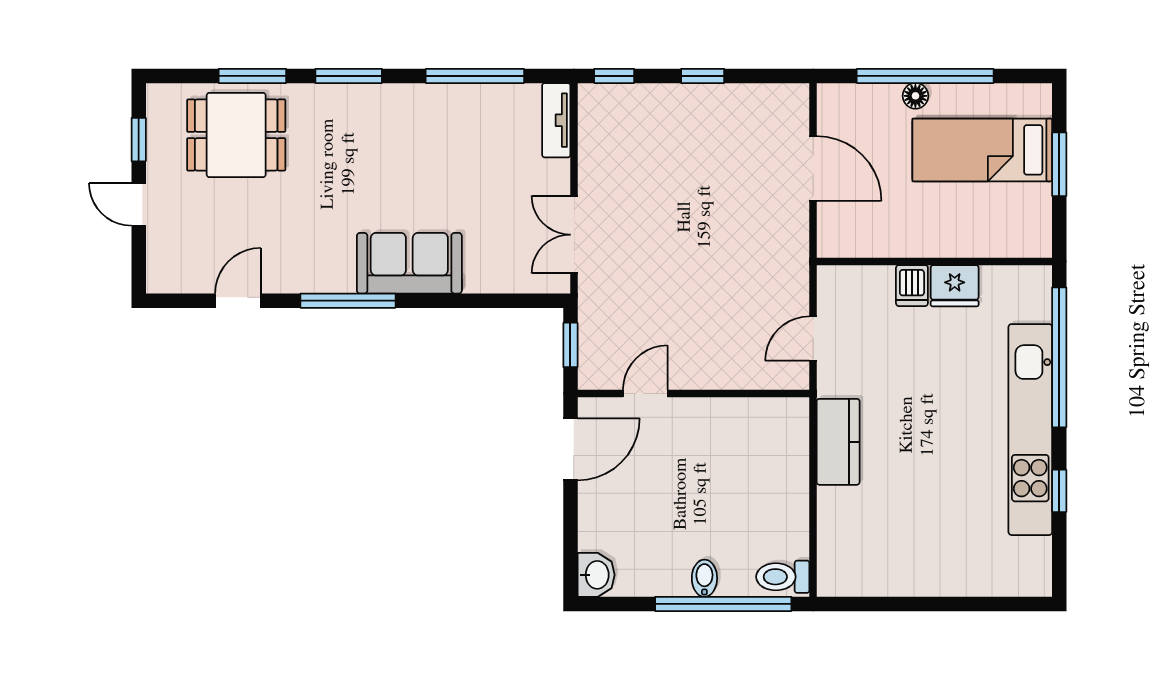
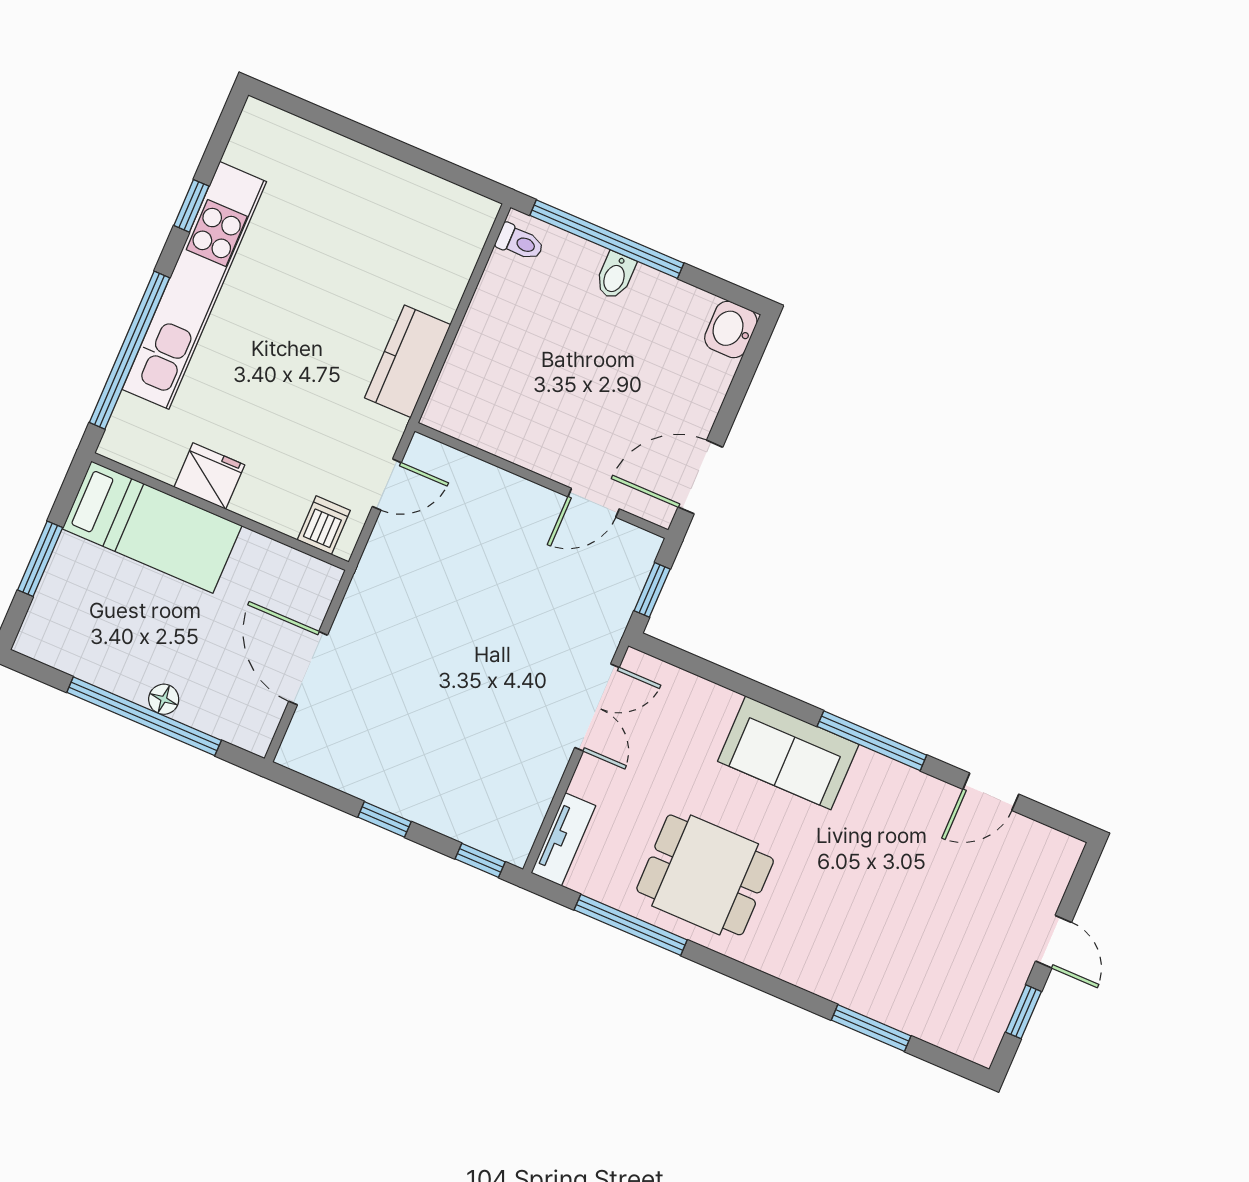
window: (349, 76) -> (767, 983), removed
dining table: (236, 135) -> (705, 875), moved
bed: (982, 150) -> (152, 527), moved
dishwasher: (912, 286) -> (324, 525), moved
toilet: (783, 577) -> (520, 242), width x0.73, depth x0.72

